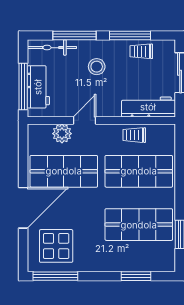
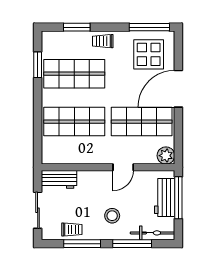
workbench: (148, 107) -> (59, 179), width x0.73
plant: (62, 134) -> (166, 156), moved
trolley: (134, 135) -> (103, 41), moved, turned 180

